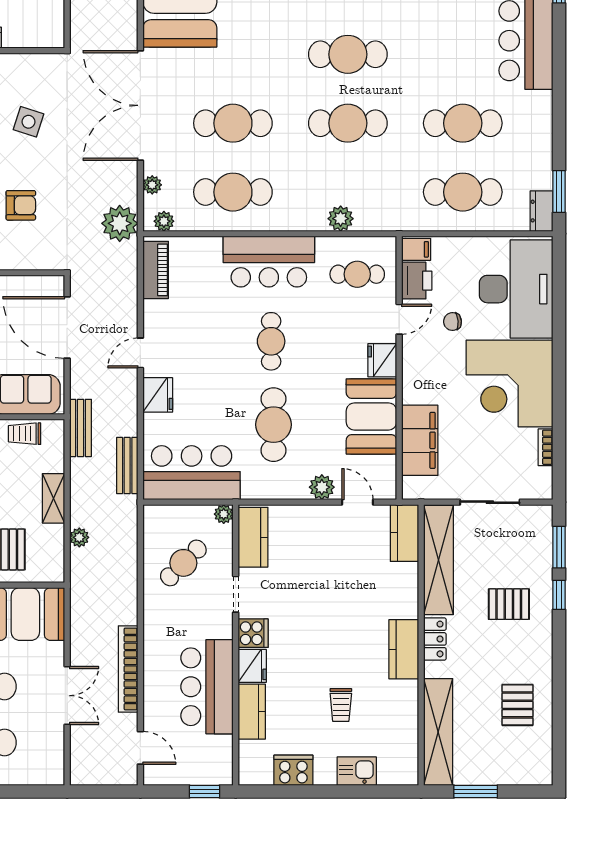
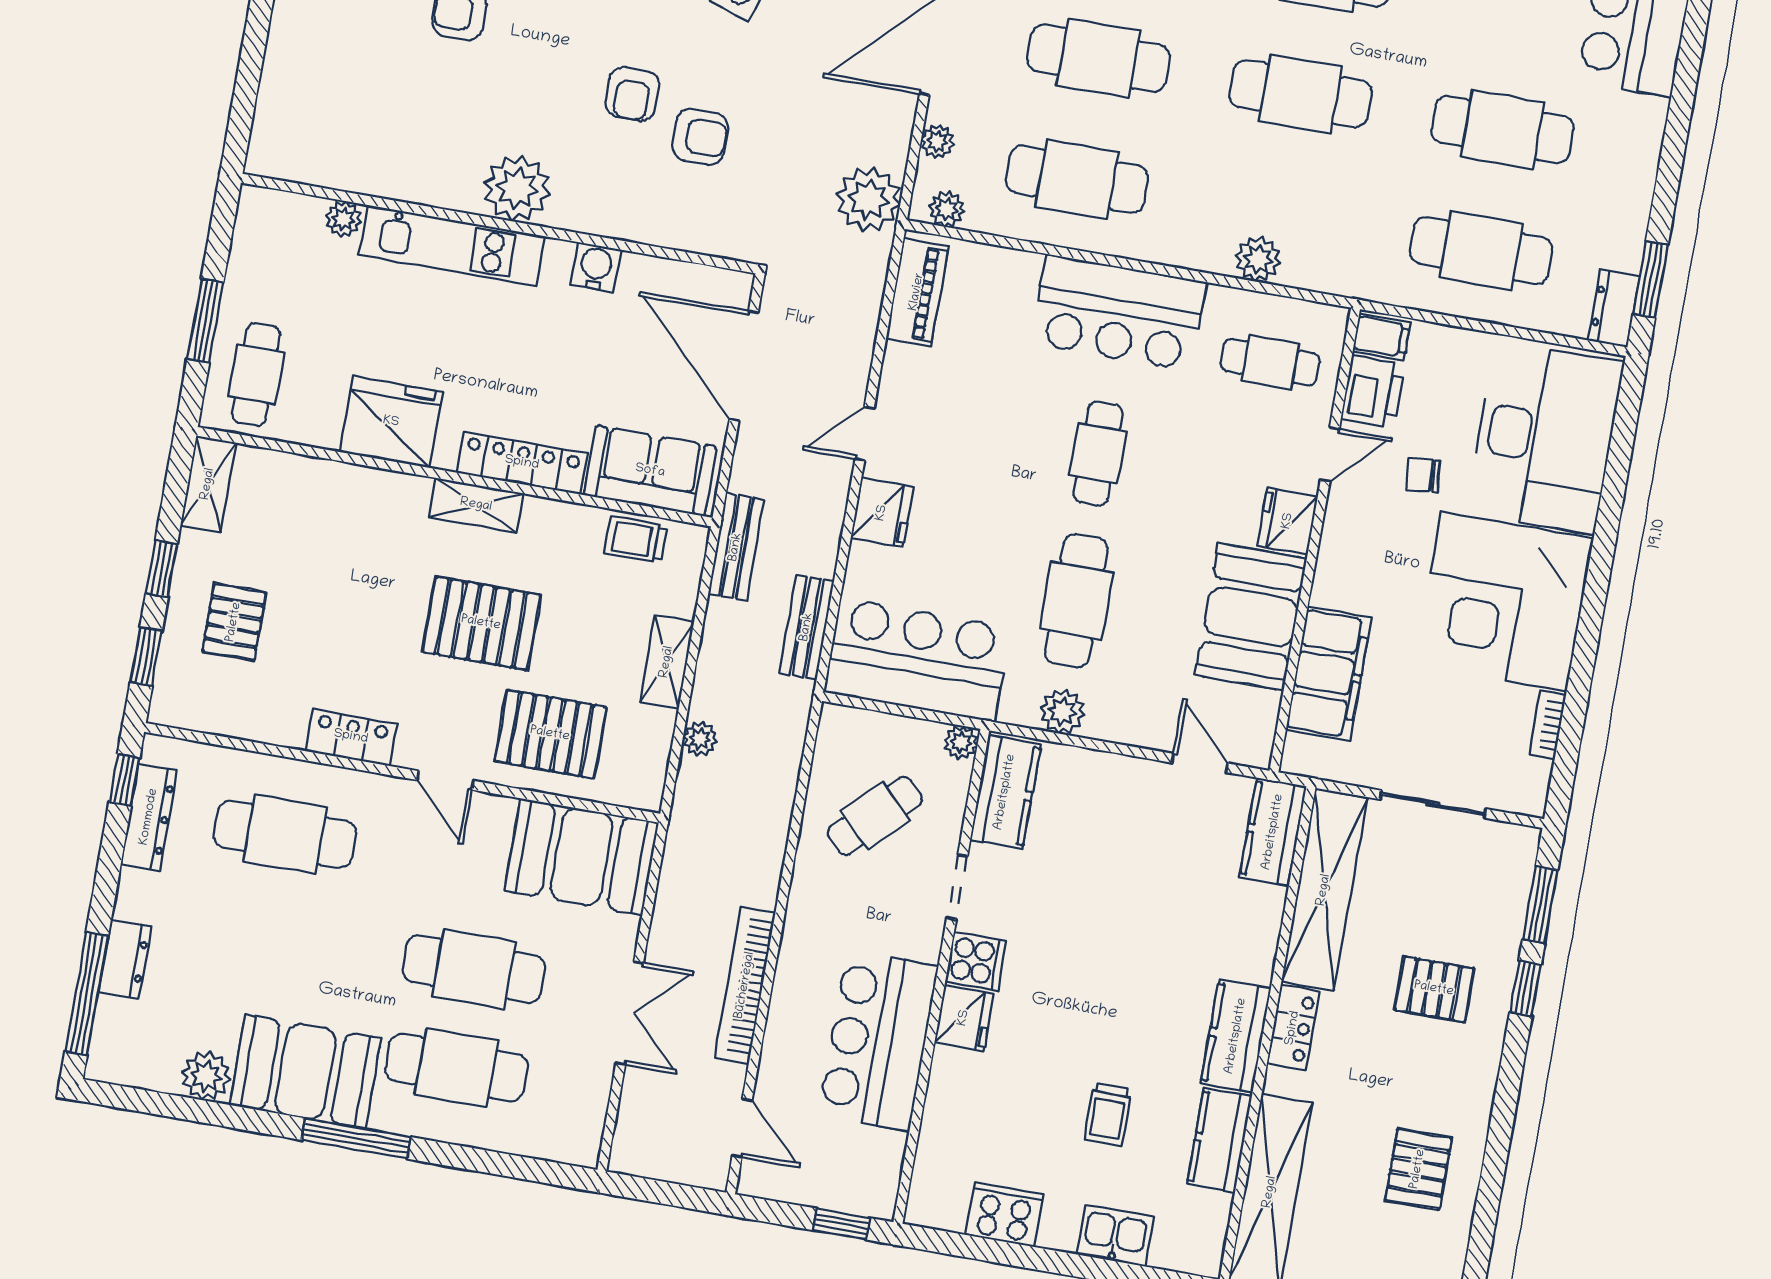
plant: (322, 487) -> (1062, 712), moved
kitchen counter: (252, 712) -> (1219, 1140), moved, turned 180

